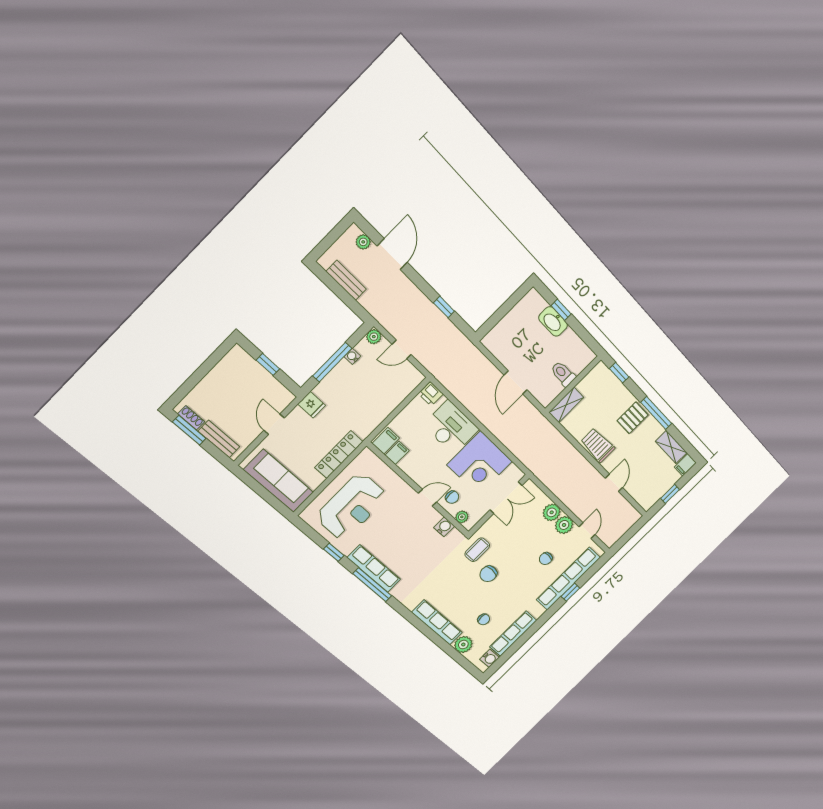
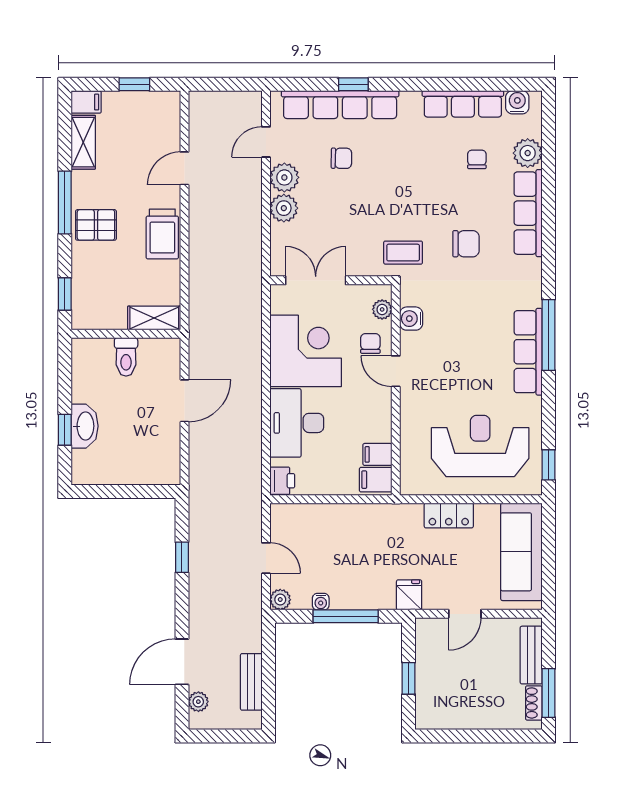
locker: (339, 455) -> (449, 515), width x0.66
window: (334, 552) -> (549, 465), moved
chair: (488, 574) -> (466, 244), moved

